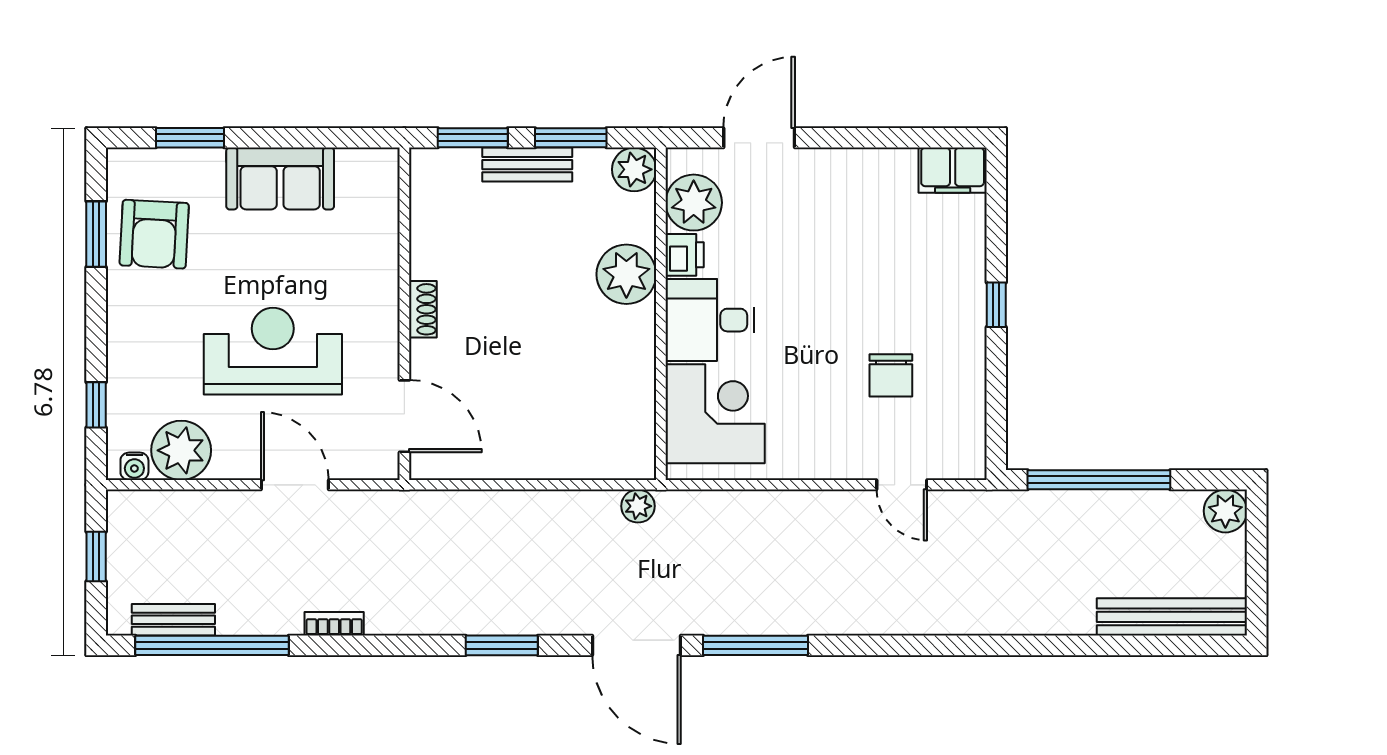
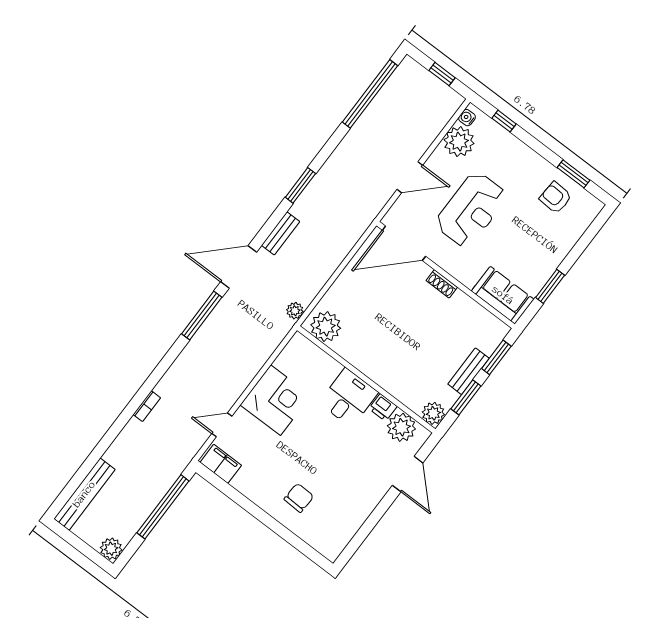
window: (190, 138) -> (550, 286), moved
filing cabinet: (953, 170) -> (221, 464), moved, turned 90
sofa: (280, 178) -> (503, 295), moved, turned 90
armchair: (154, 234) -> (556, 198), width x0.72, depth x0.72
plant: (626, 274) -> (326, 327), moved
window: (996, 305) -> (266, 519), removed
chair: (891, 375) -> (299, 498), moved, turned 92
corner desk: (715, 414) -> (276, 400), moved, turned -90
door: (404, 416) -> (404, 243), width x1.36
bench: (173, 620) -> (281, 233), moved
bookcase: (334, 624) -> (147, 406), moved
window: (502, 645) -> (300, 185), moved

